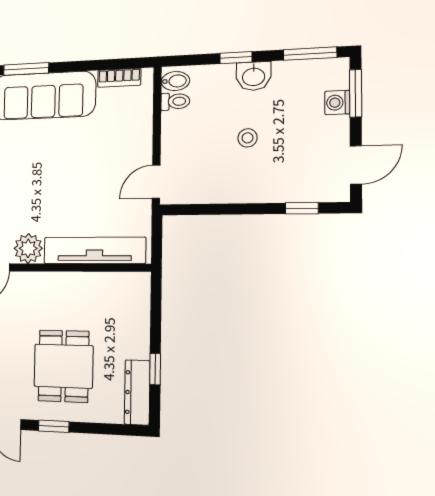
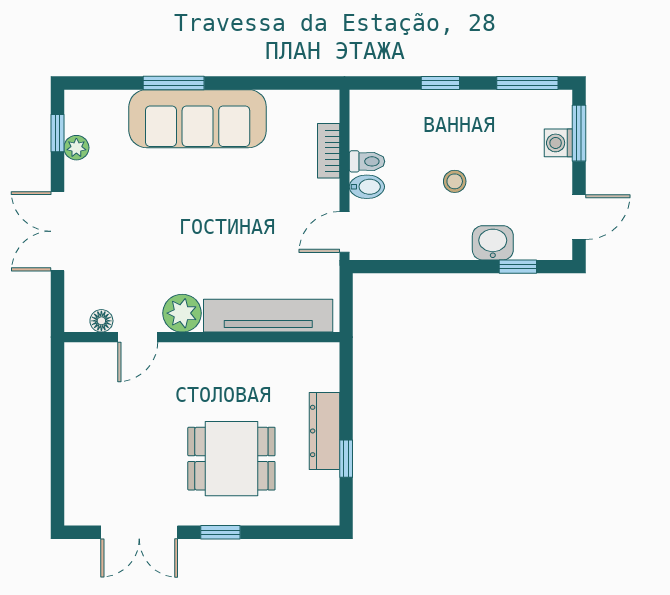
washbasin: (254, 76) -> (493, 243), moved, turned 180
bookcase: (119, 78) -> (329, 151), moved, turned 90
bidet: (175, 81) -> (367, 187), moved
toilet: (175, 101) -> (367, 161), moved
dining table: (64, 366) -> (231, 459), turned 90
dresser: (137, 392) -> (324, 431), moved

